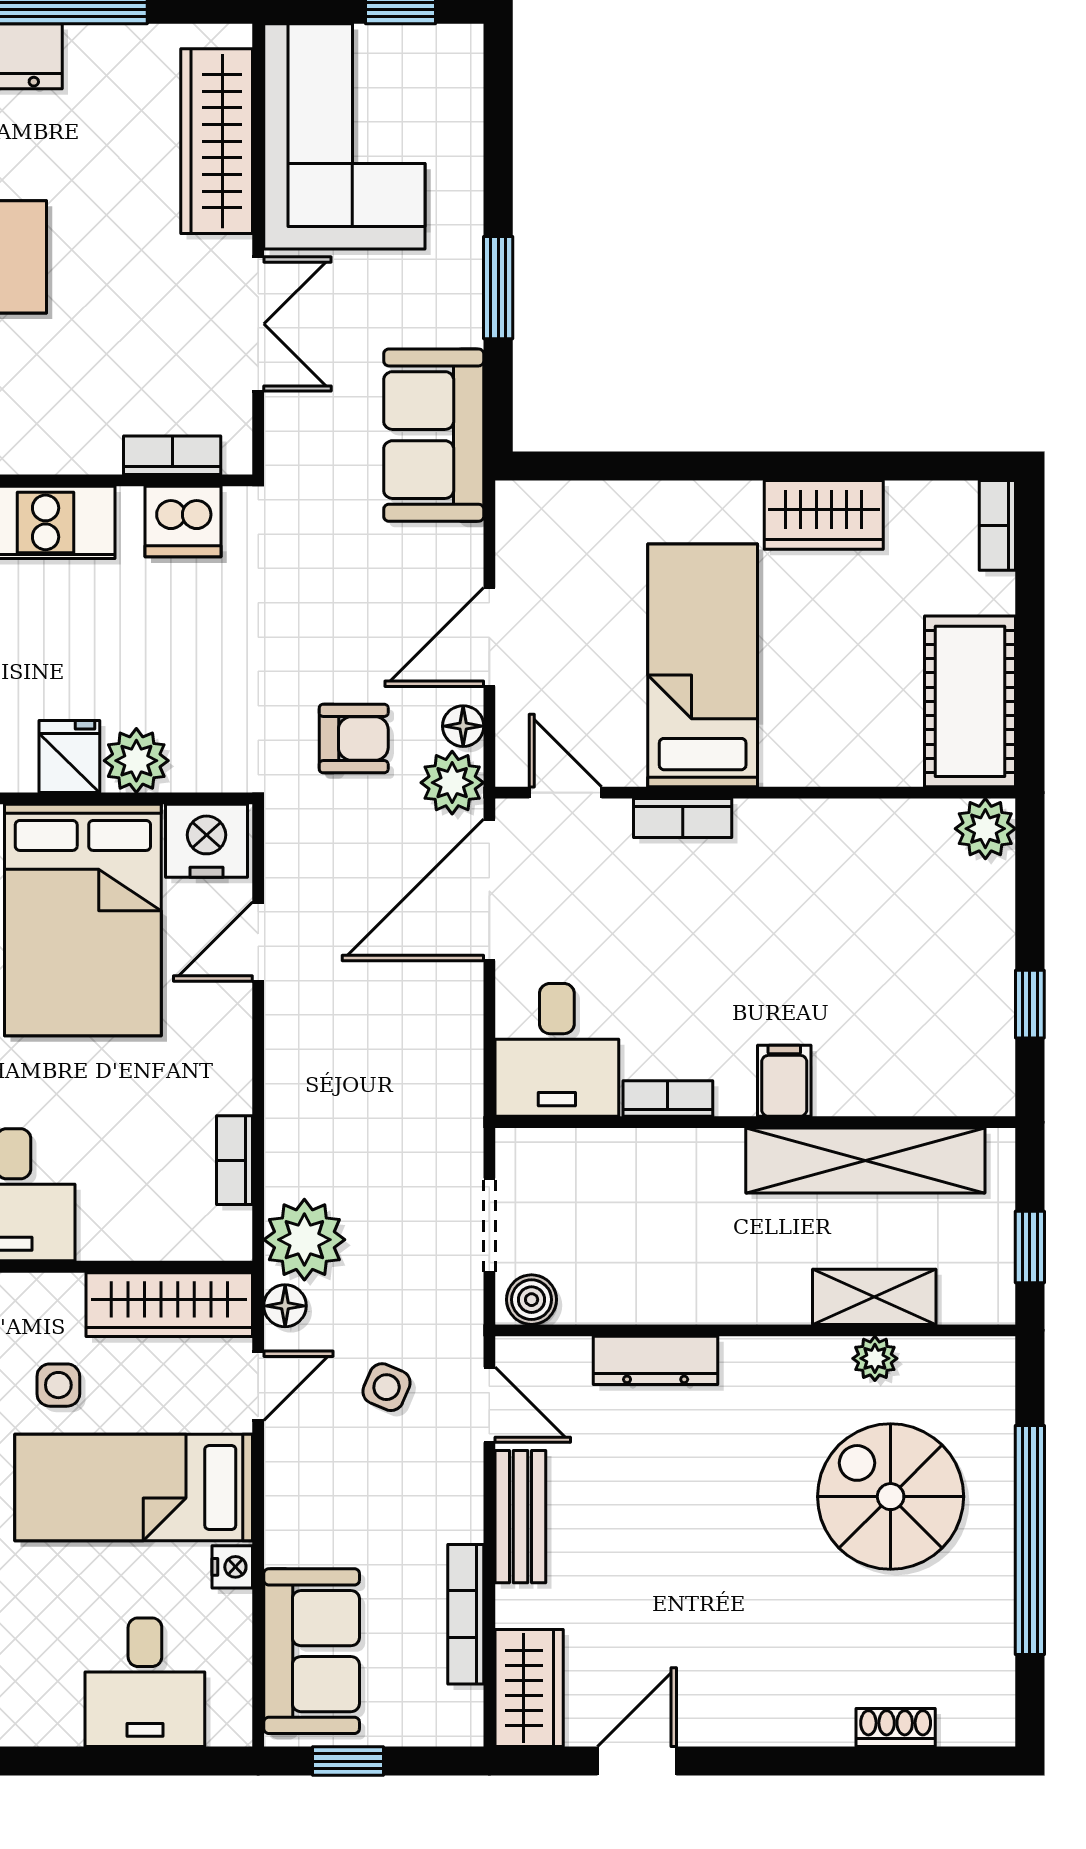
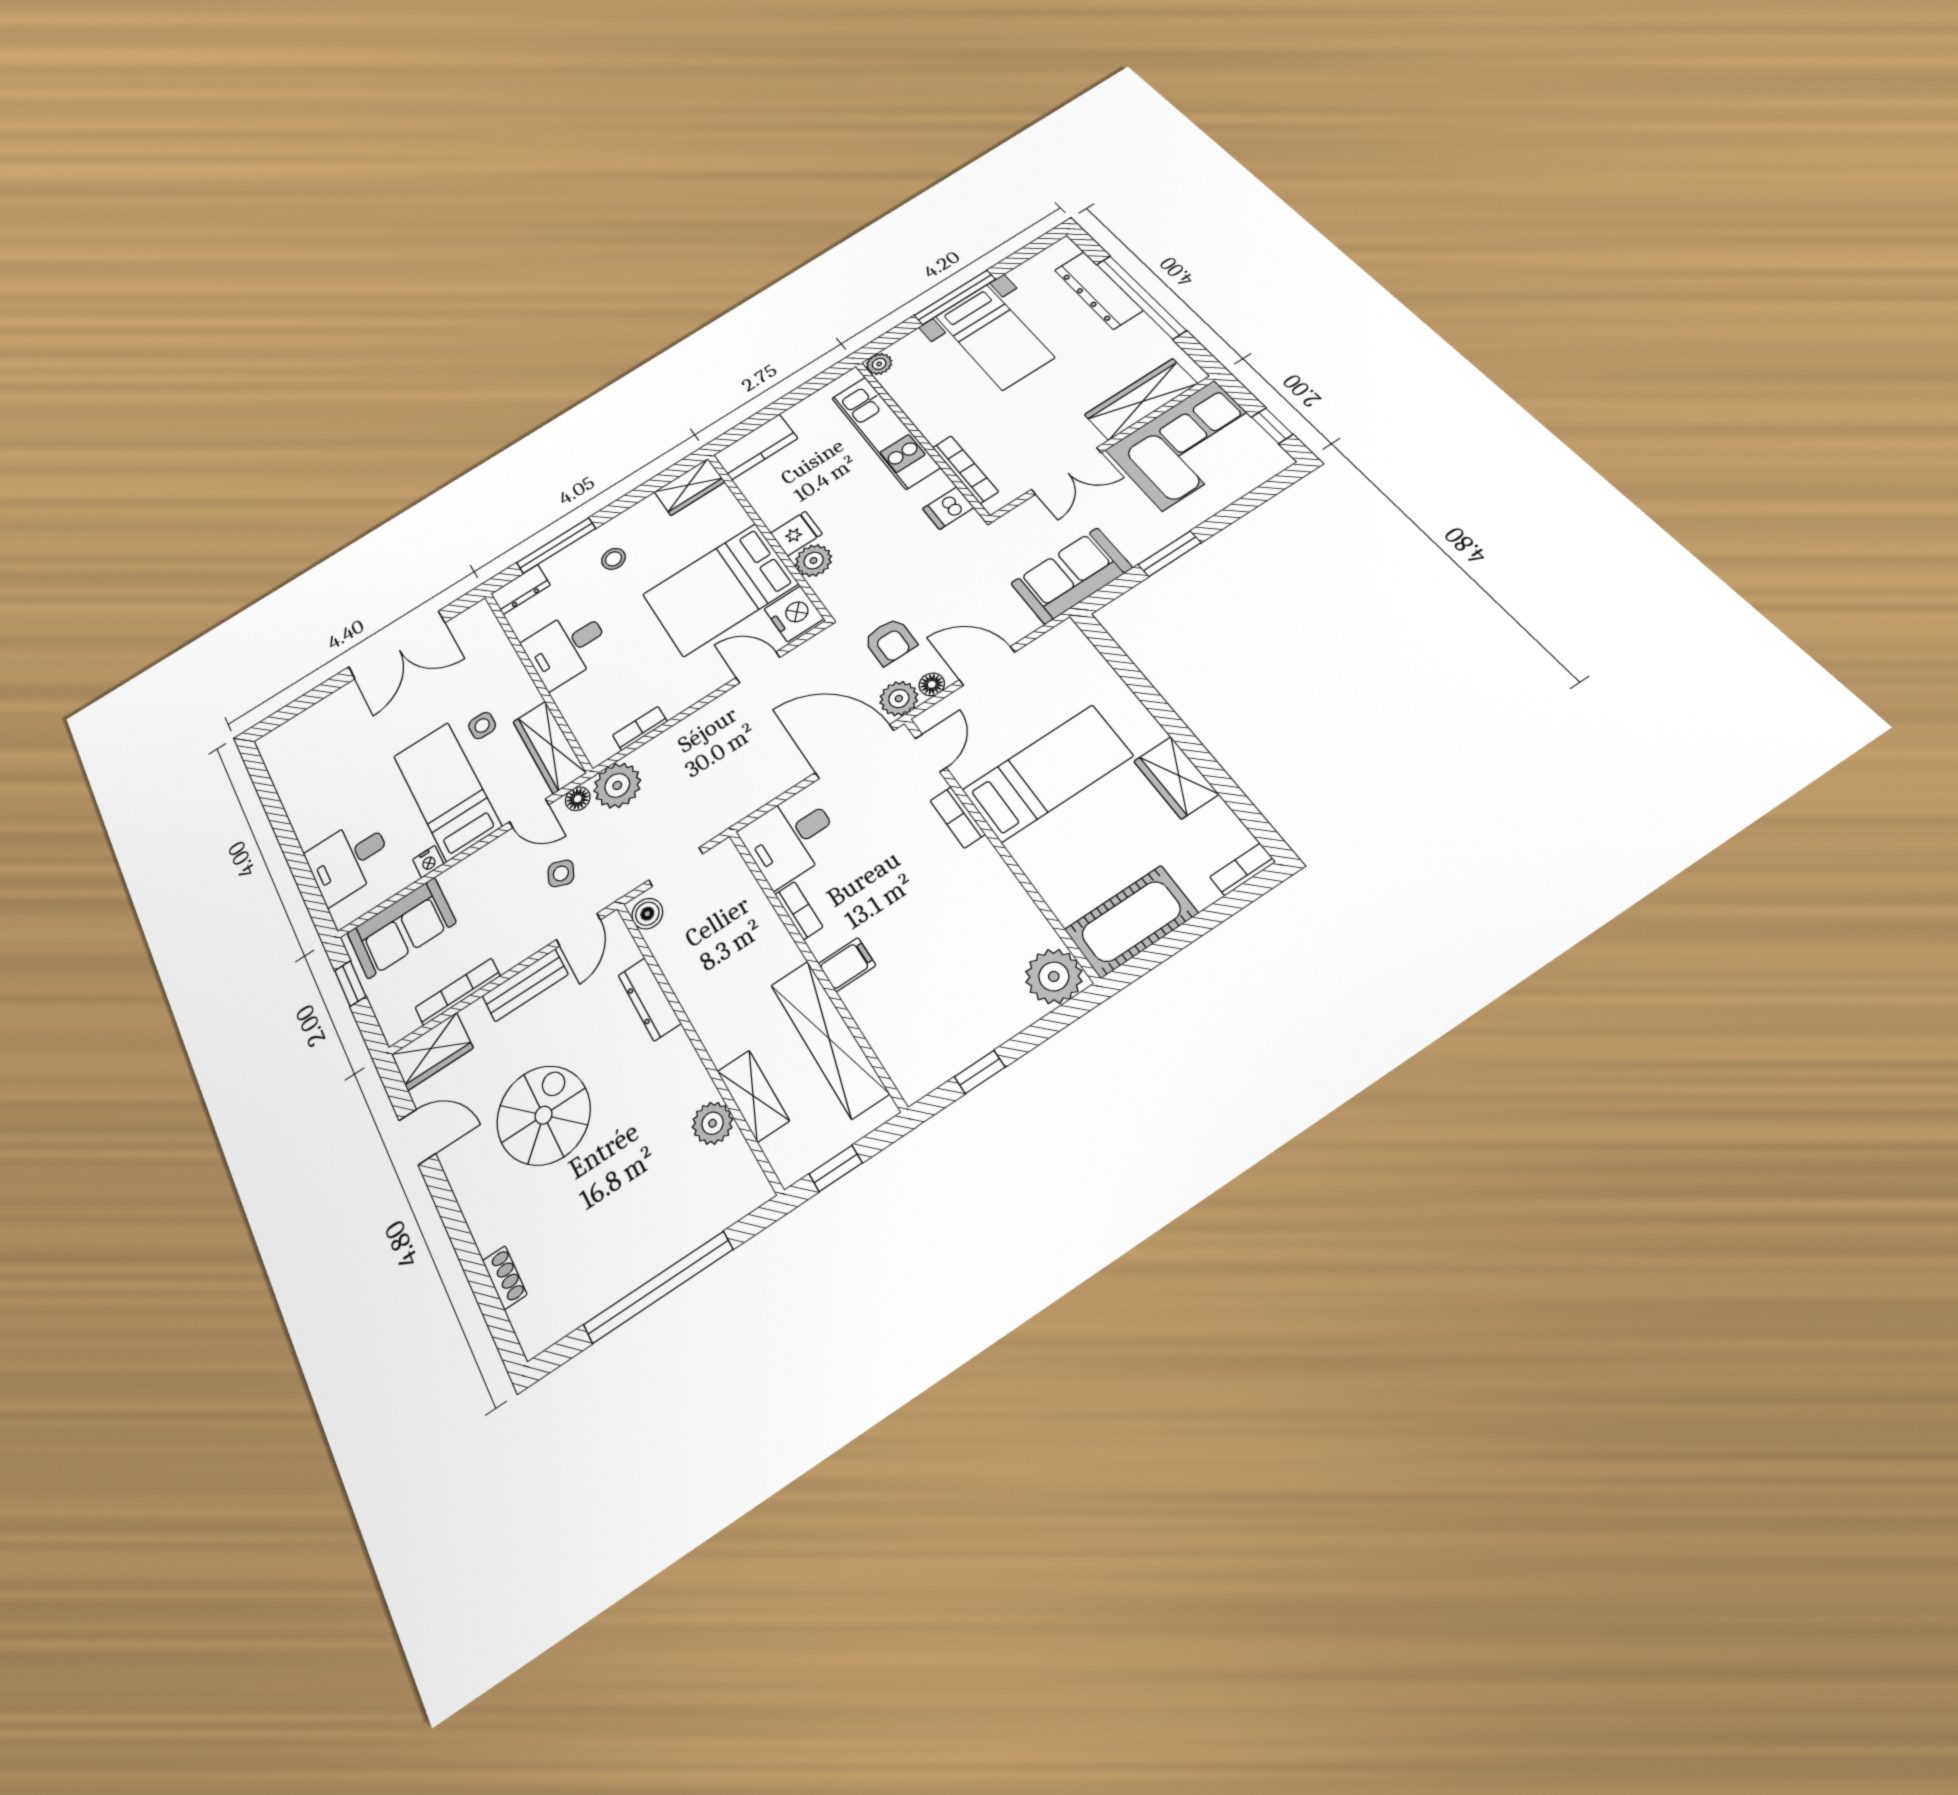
bookcase: (172, 455) -> (965, 469), width x1.56
dishwasher: (183, 522) -> (948, 508), width x0.73
plant: (985, 829) -> (1054, 976), width x1.36, depth x1.36
plant: (875, 1358) -> (713, 1123), width x1.38, depth x1.38
spiral stairs: (891, 1497) -> (544, 1115), moved

